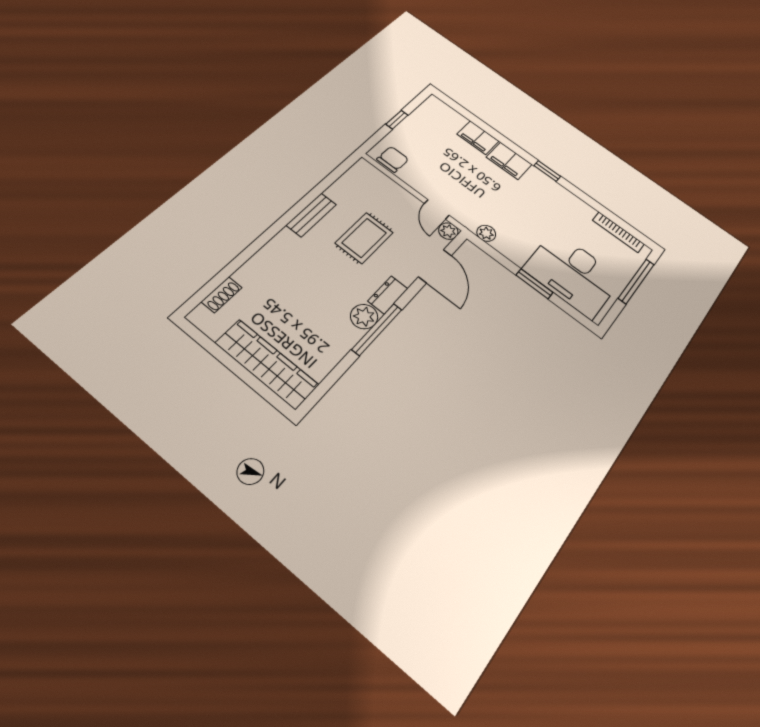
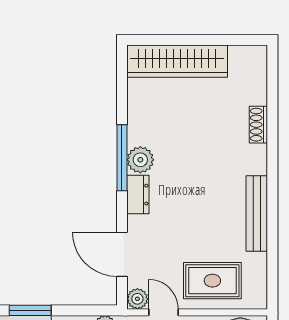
bench: (311, 215) -> (257, 213), width x1.36
rug: (364, 238) -> (212, 281), moved, turned 90
shoe rack: (222, 295) -> (258, 125), moved

